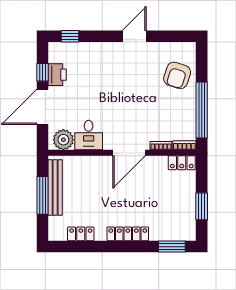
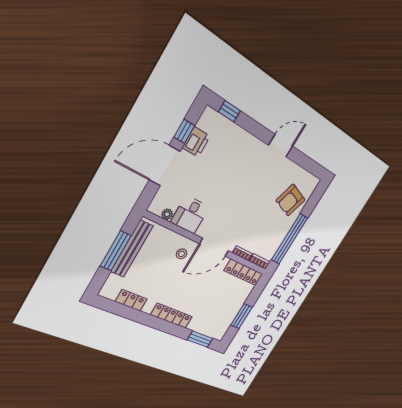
plant: (63, 140) -> (167, 214), width x0.53, depth x0.53
locker: (182, 163) -> (243, 272), width x1.53
stool: (102, 172) -> (182, 254), added

